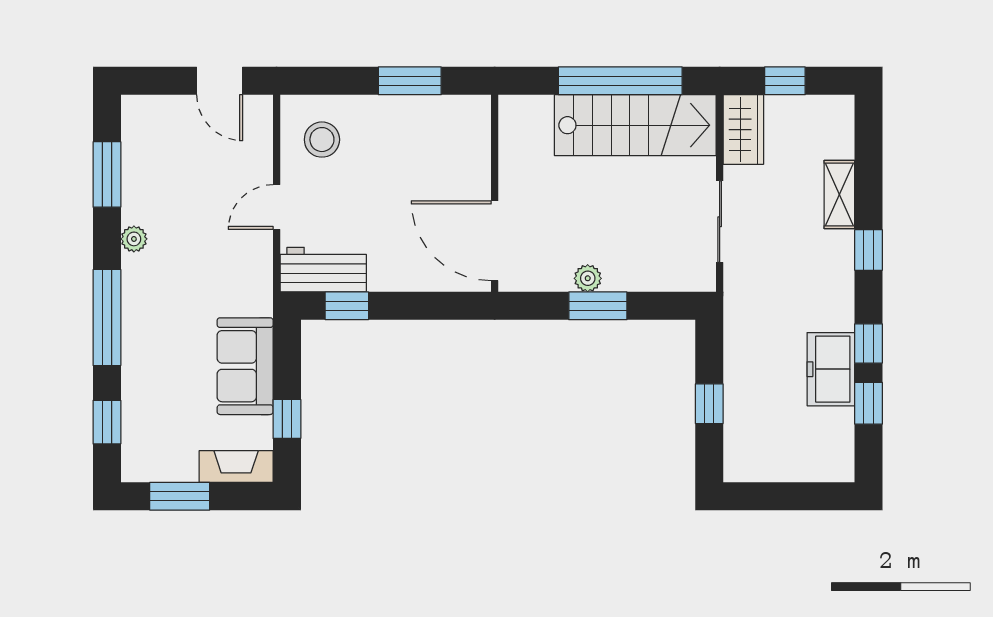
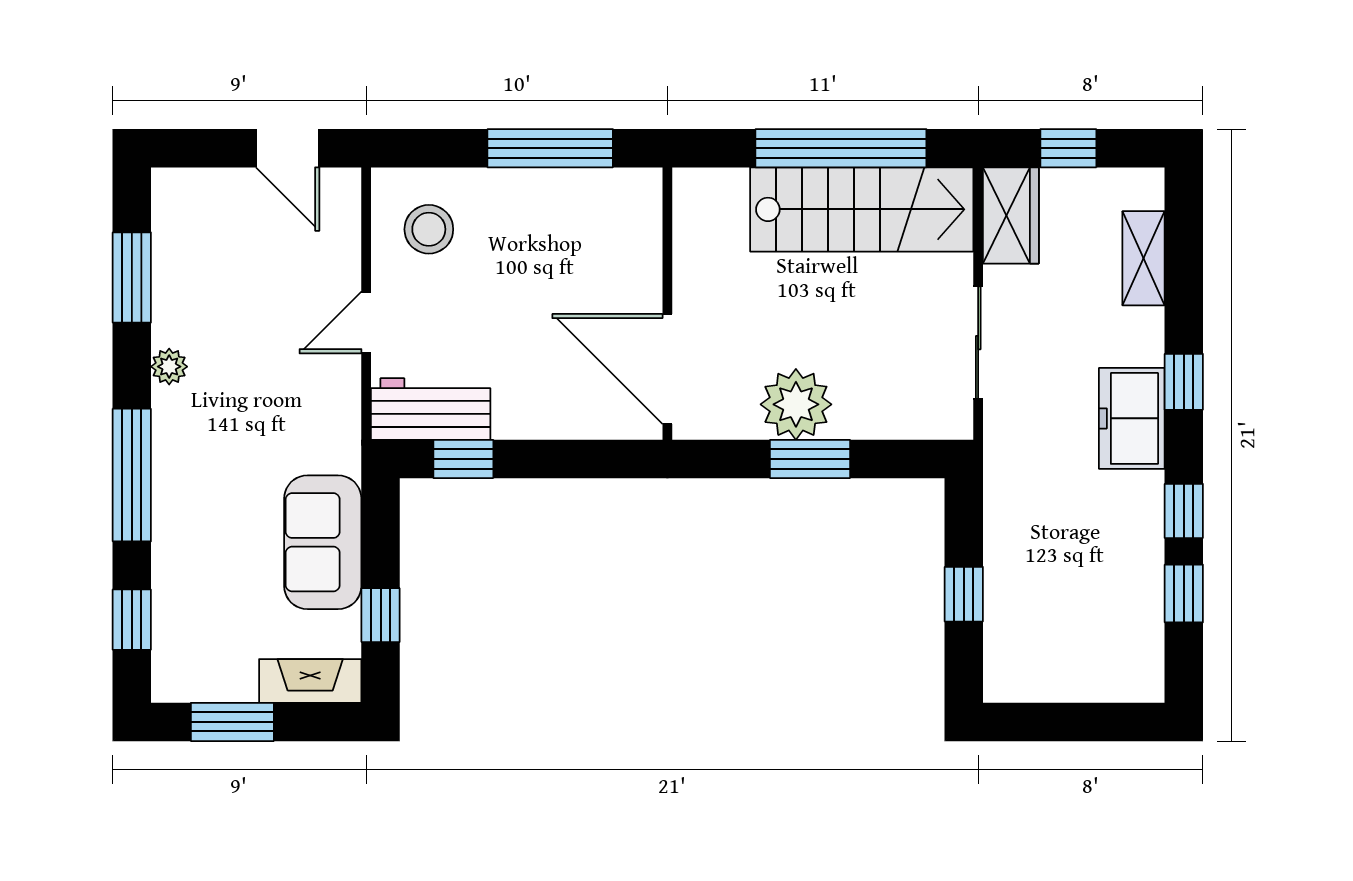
window: (410, 81) -> (550, 148), width x1.44
shelving: (839, 194) -> (1144, 258), moved
plant: (588, 278) -> (796, 404), width x1.87, depth x1.87
freezer: (831, 369) -> (1132, 418), moved

